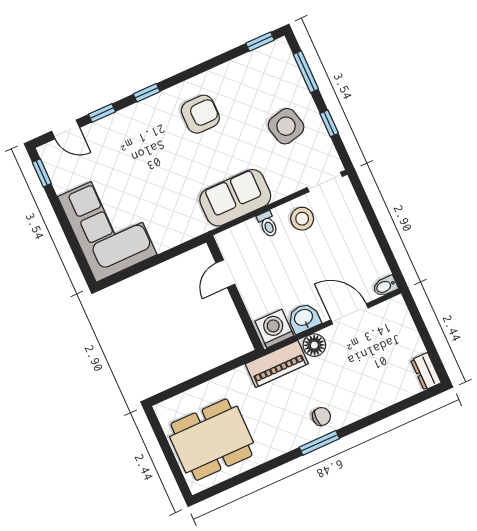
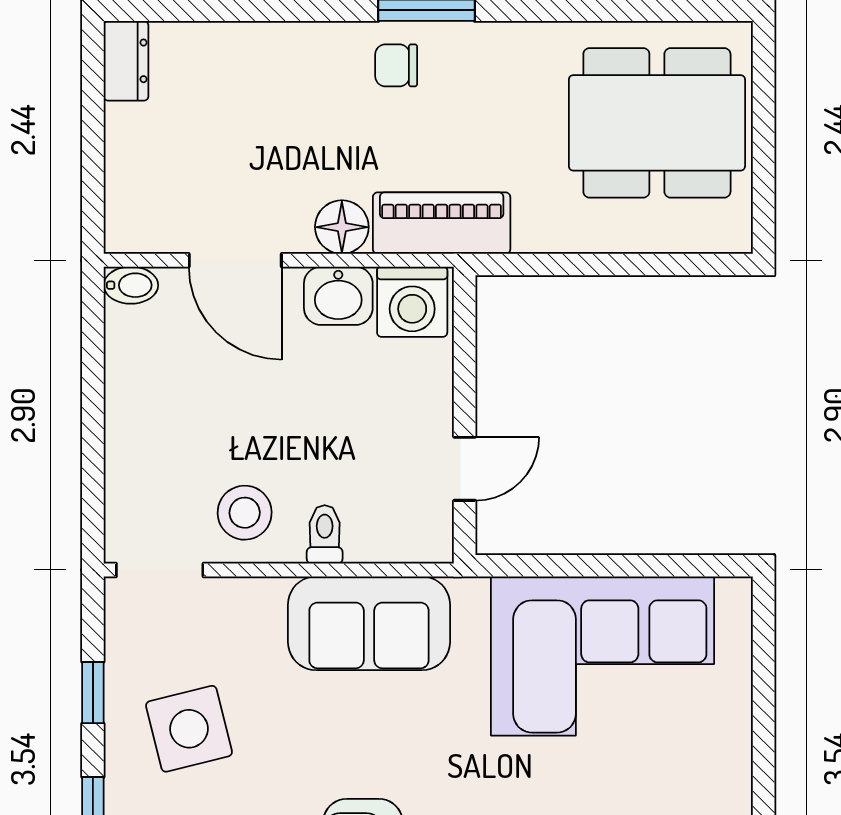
corner sofa: (107, 226) -> (603, 656), moved, turned -90

